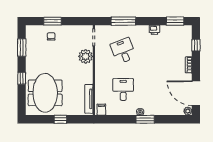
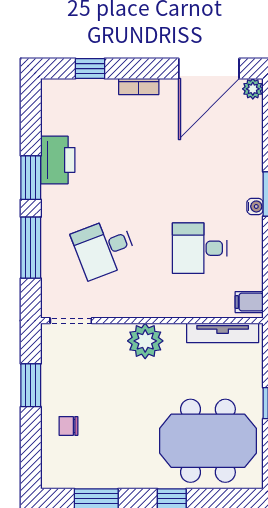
window: (52, 21) -> (31, 385), moved
window: (175, 21) -> (31, 178), moved
printer: (154, 30) -> (58, 160), width x1.87, depth x1.48
plant: (86, 56) -> (145, 341), moved

